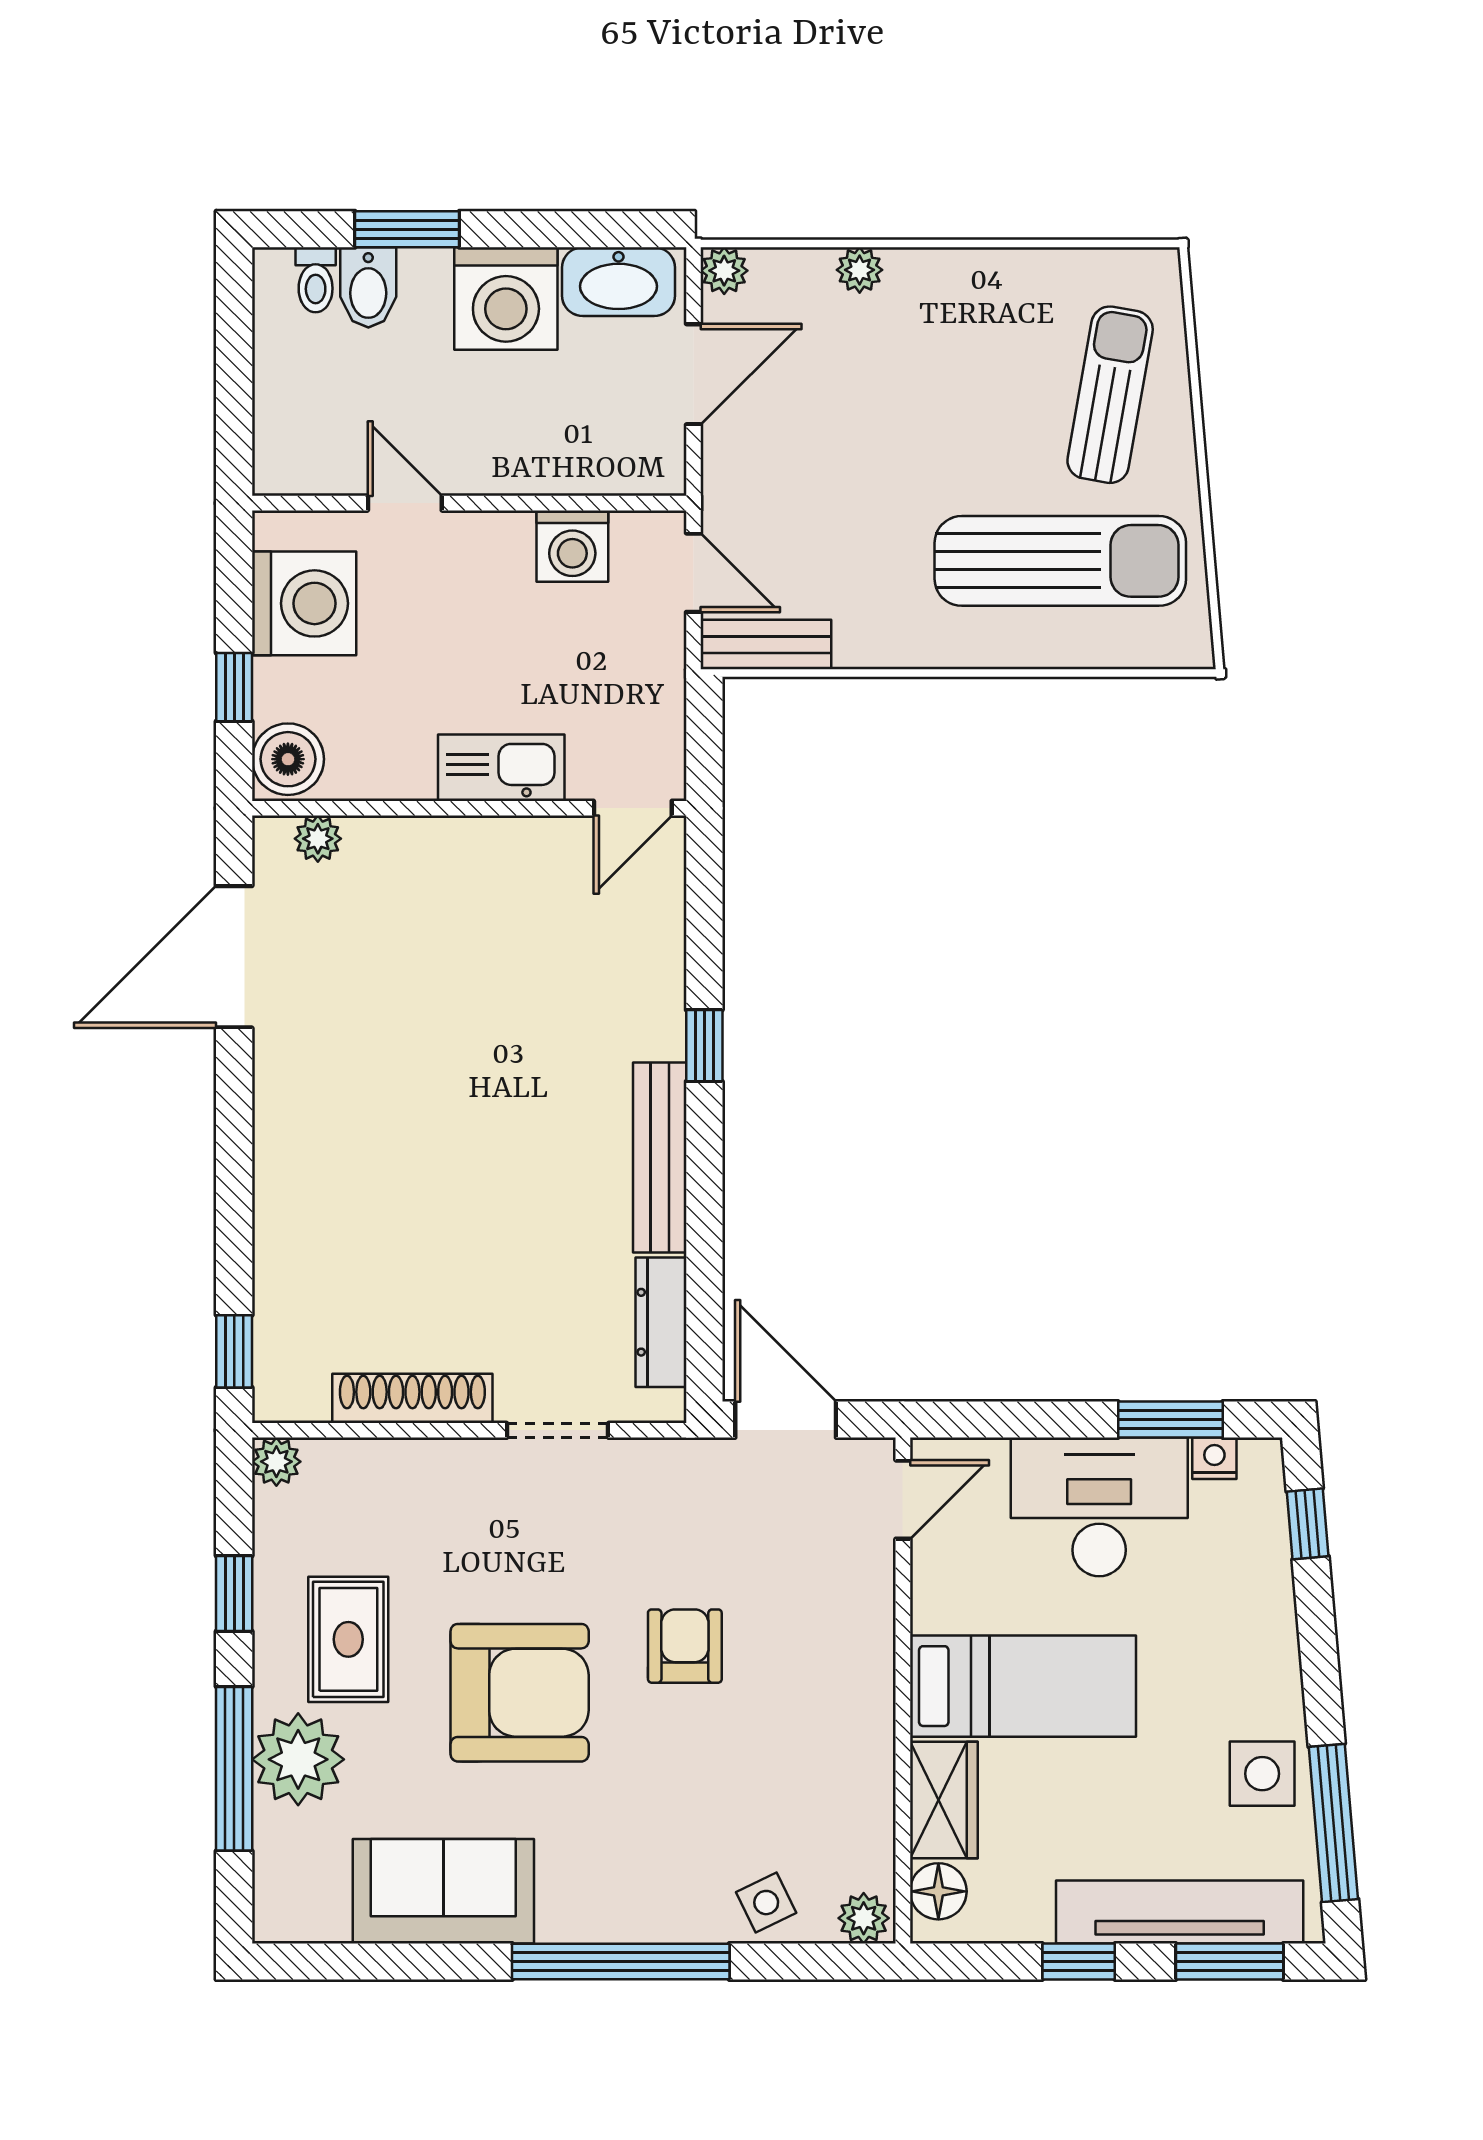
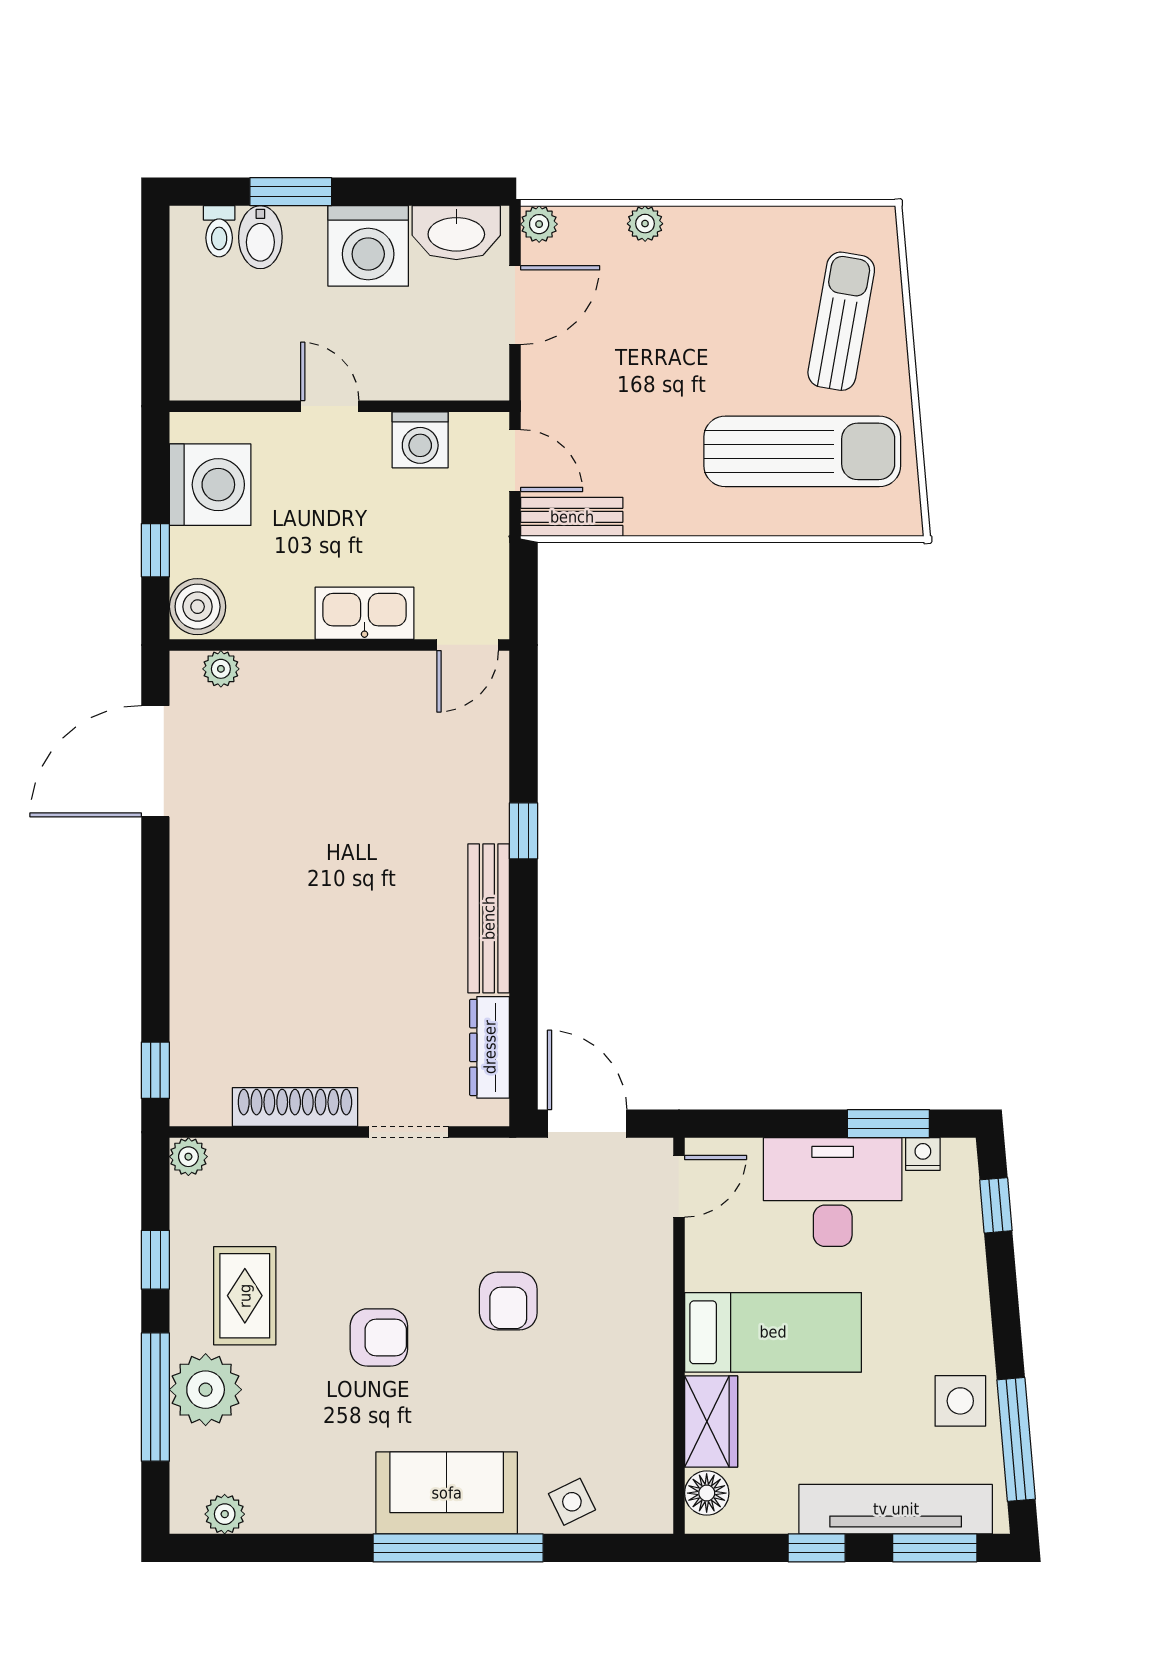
door: (405, 503) -> (330, 406), moved
armchair: (685, 1646) -> (508, 1301), turned 180
armchair: (520, 1693) -> (379, 1337), width x0.53, depth x0.53
sofa: (443, 1891) -> (447, 1493), moved
plant: (864, 1918) -> (225, 1514), moved

